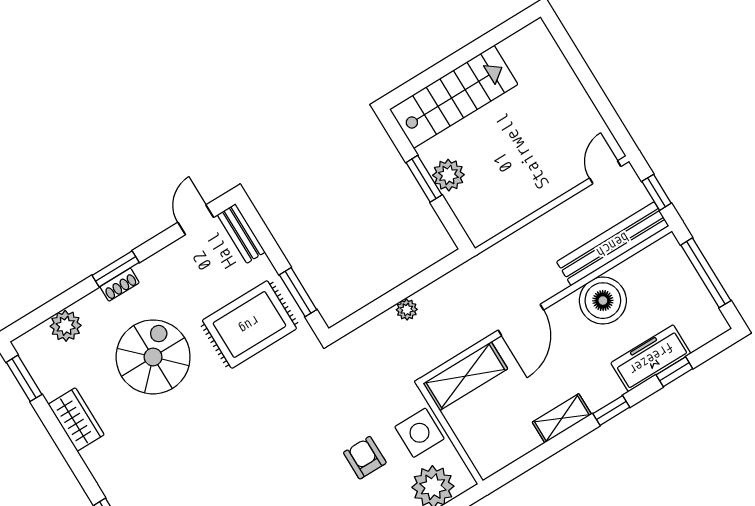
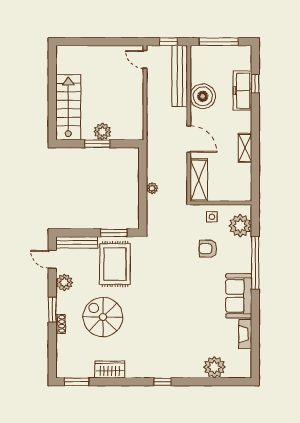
bench: (241, 233) -> (77, 242), width x1.36
shoe rack: (120, 285) -> (61, 324), moved
plant: (66, 326) -> (64, 282), moved
window: (611, 410) -> (255, 123), removed
side table: (419, 433) -> (212, 217), width x0.54, depth x0.54

